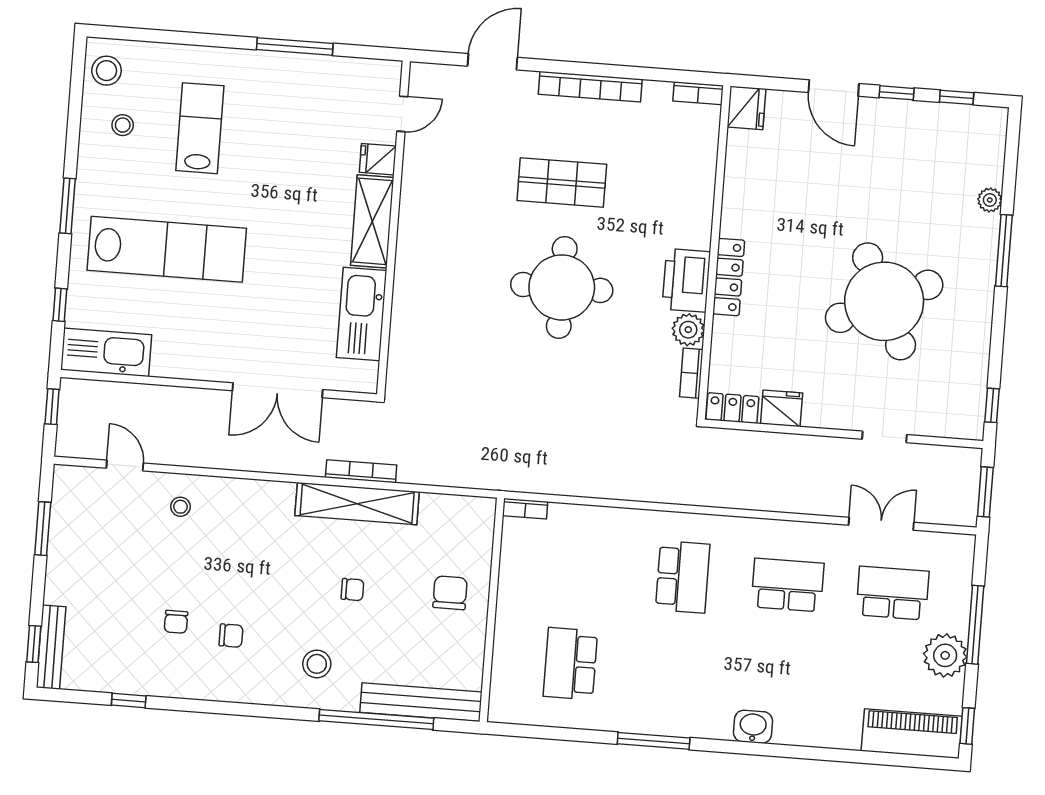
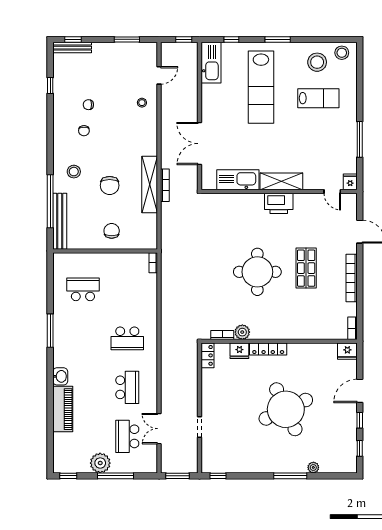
stool: (123, 125) -> (317, 62), width x1.89, depth x1.89
fridge: (378, 159) -> (350, 182), moved
printer: (686, 280) -> (279, 203), moved, turned 180
round table: (884, 301) -> (286, 409), moved
fridge: (782, 408) -> (239, 351), moved, turned 90
double door: (881, 524) -> (159, 429), swing flipped
chair: (352, 590) -> (110, 185), width x1.87, depth x1.87
chair: (450, 593) -> (112, 231), turned -90
school desk: (892, 593) -> (127, 436), turned 180
piano: (912, 734) -> (63, 409), moved

